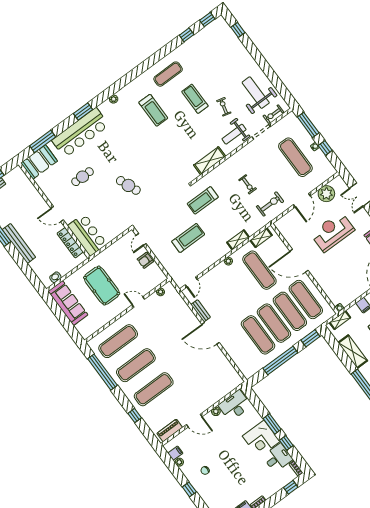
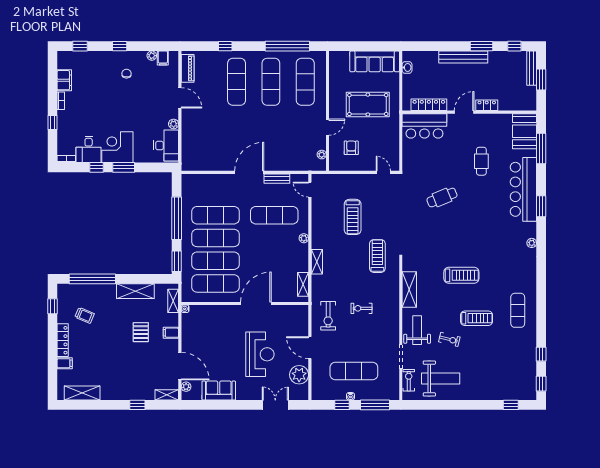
treadmill: (153, 110) -> (461, 275), moved, turned 180
locker: (41, 202) -> (487, 105), added
armchair: (145, 260) -> (351, 148), moved
exercise mat: (259, 270) -> (274, 215), moved
door: (194, 421) -> (180, 98), swing flipped
window: (291, 487) -> (53, 123), moved

